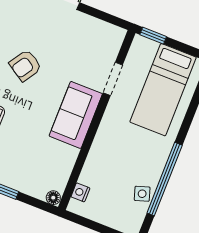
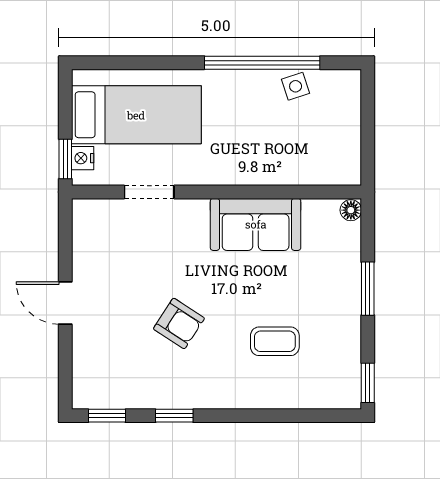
sofa: (76, 115) -> (256, 224), moved
nightstand: (80, 192) -> (83, 158), moved, turned 90

